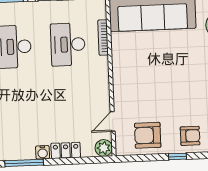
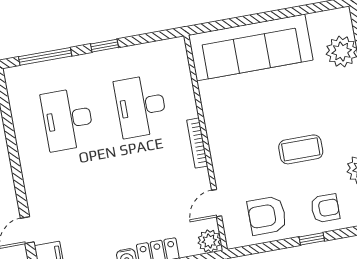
bookcase: (103, 38) -> (197, 143), moved
coffee table: (178, 91) -> (301, 149), added

